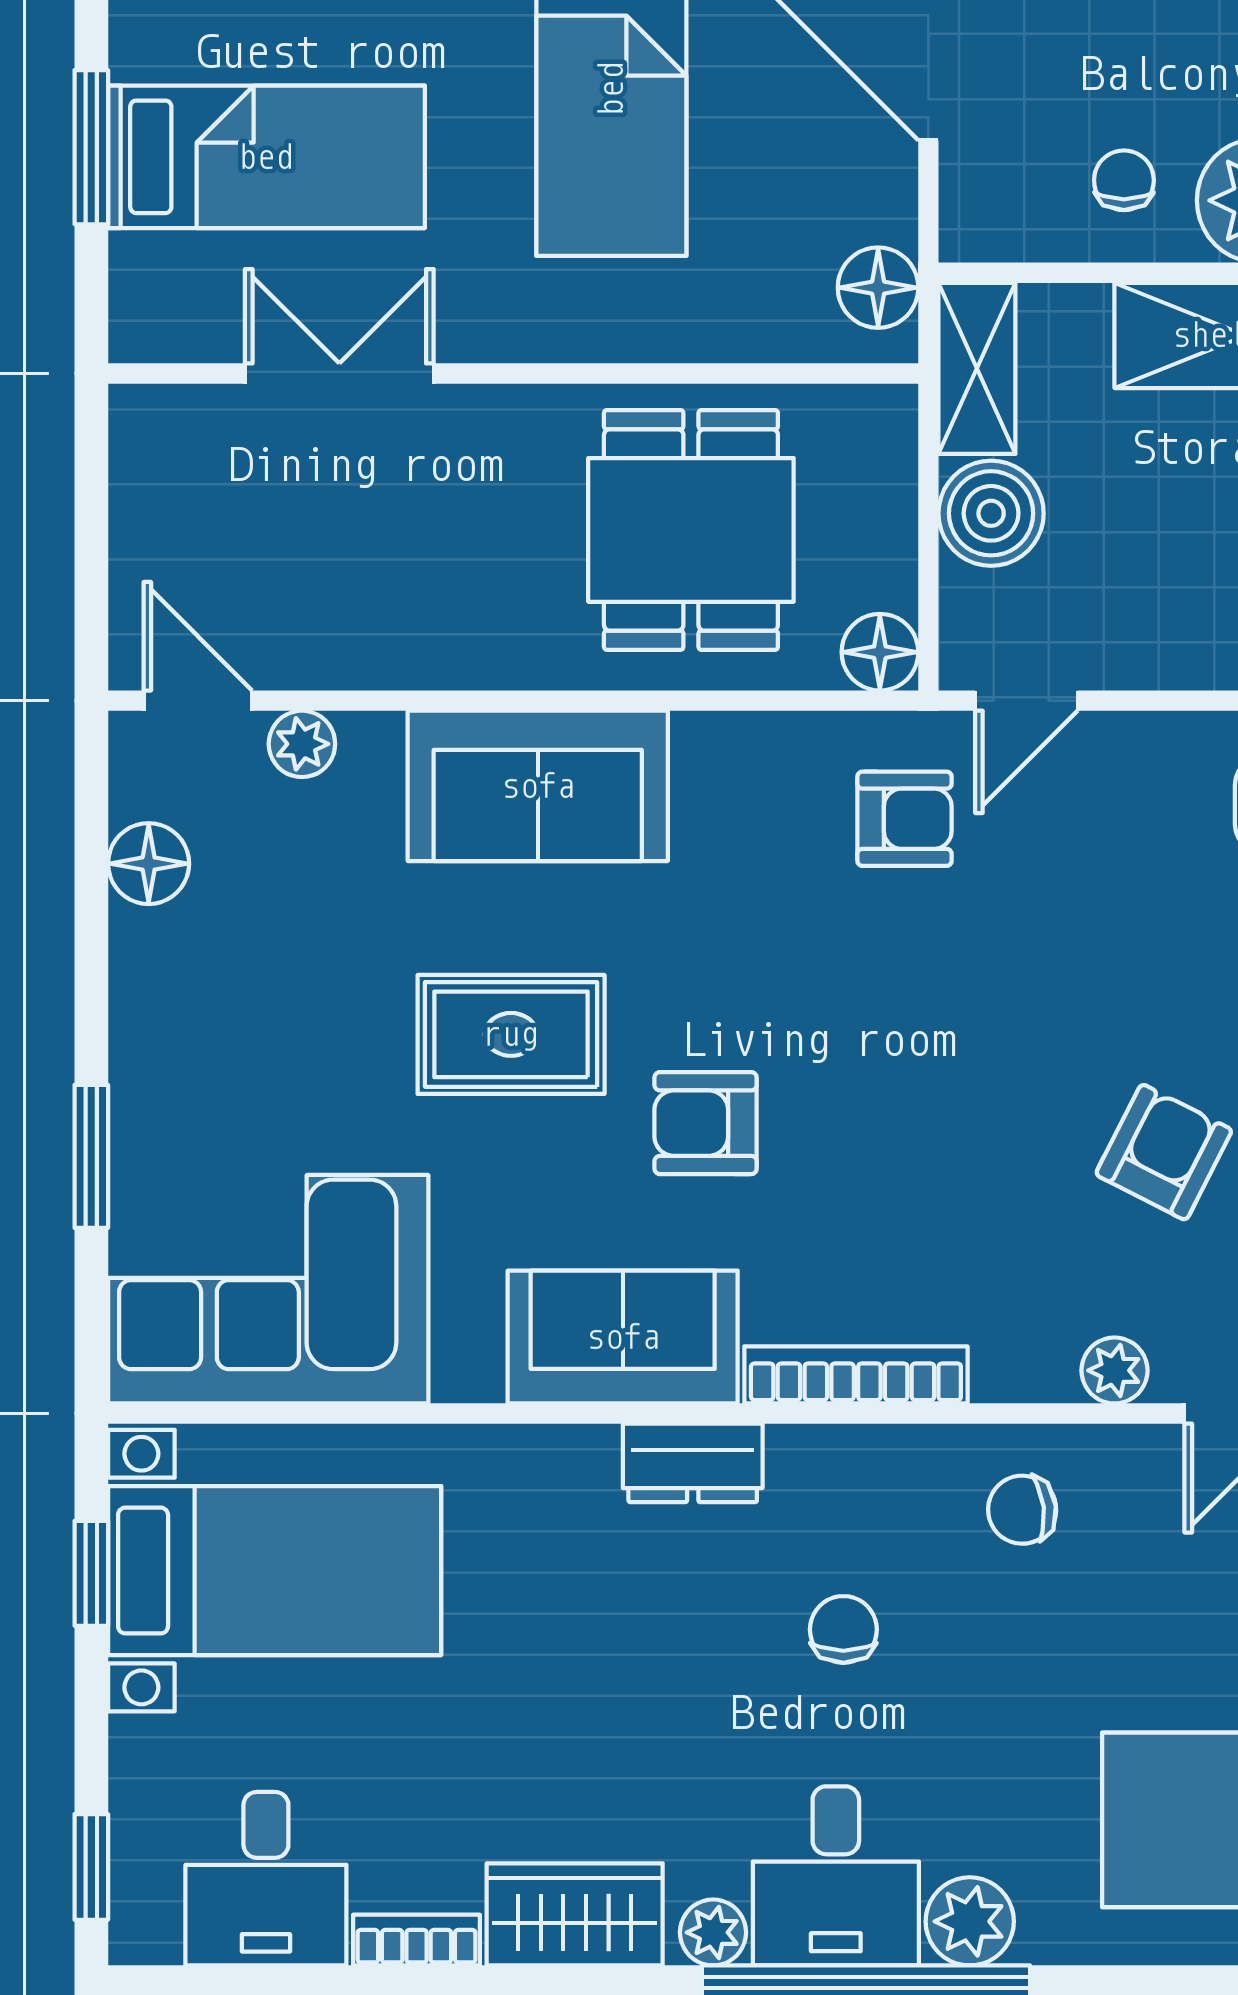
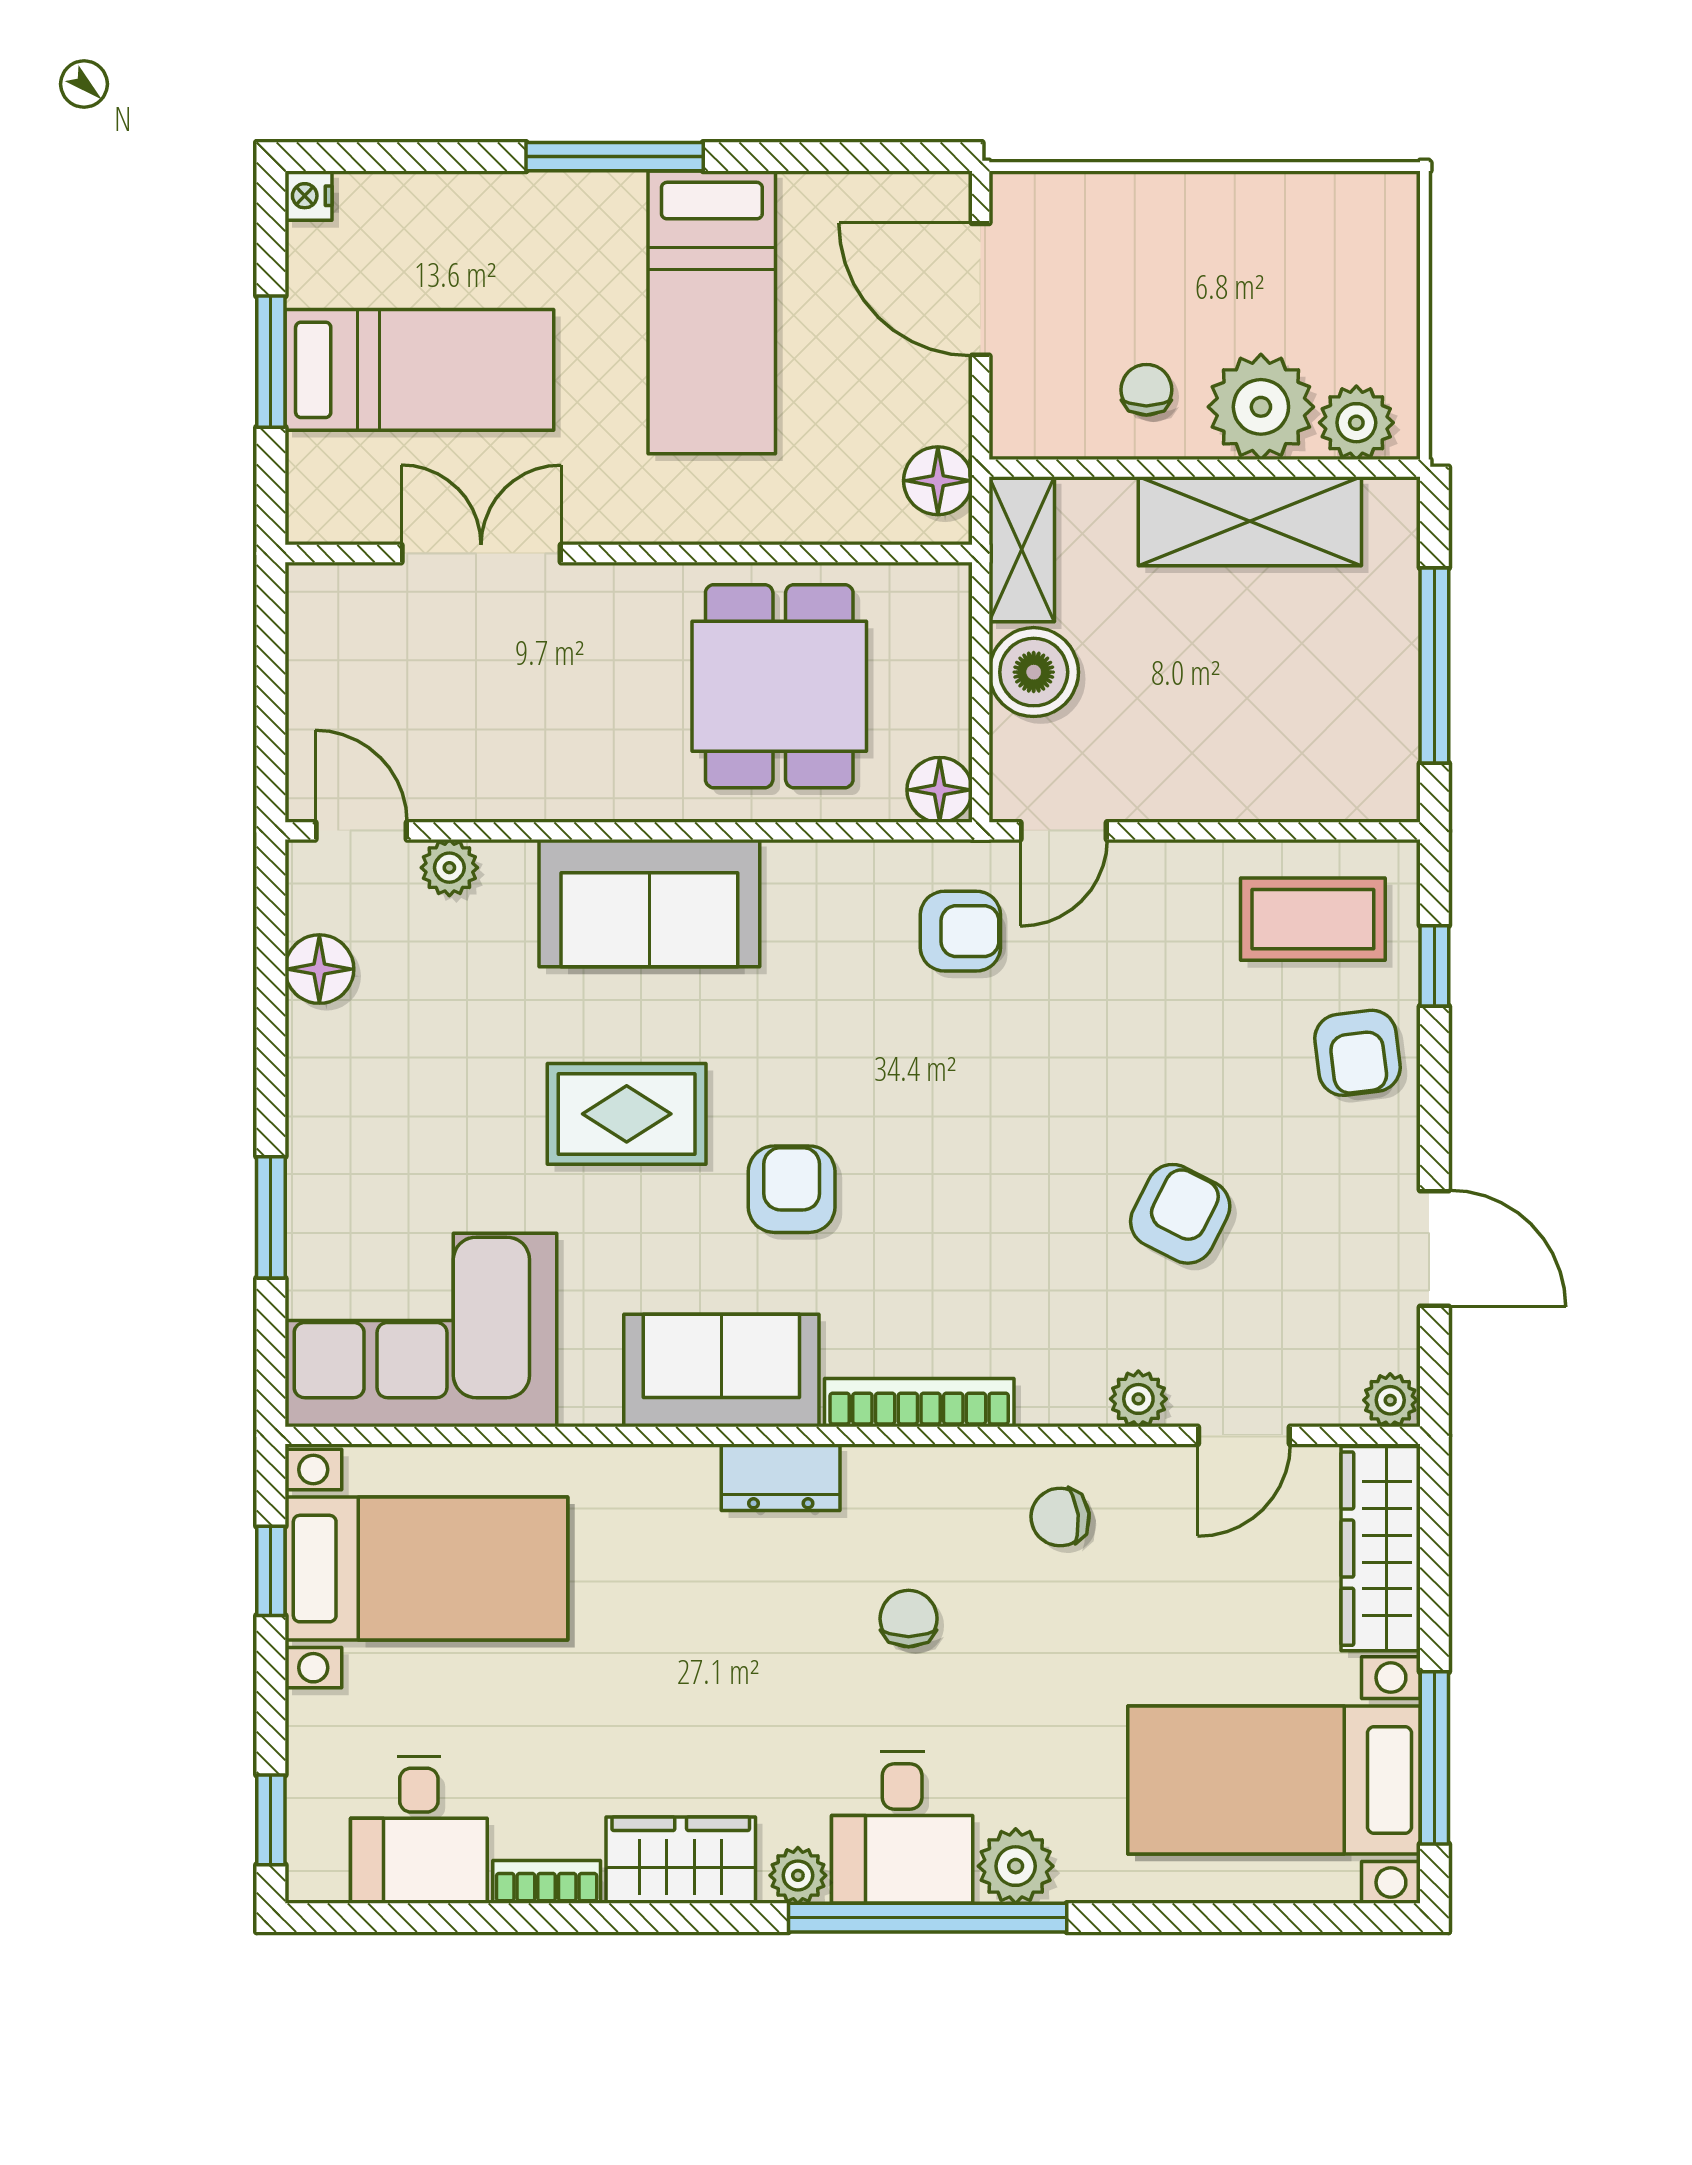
armchair: (706, 1123) -> (792, 1189), turned 90

